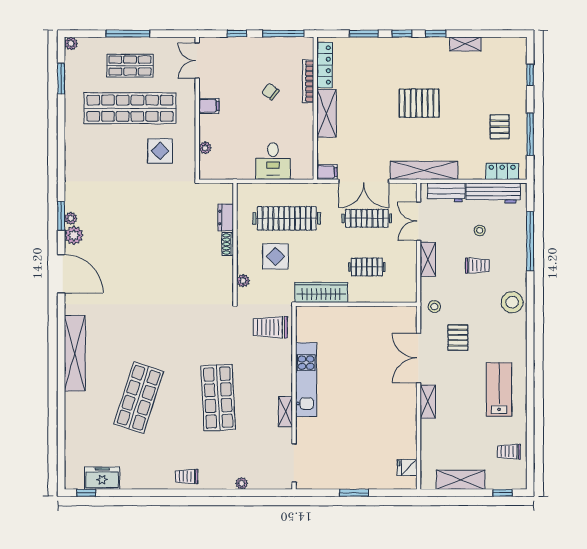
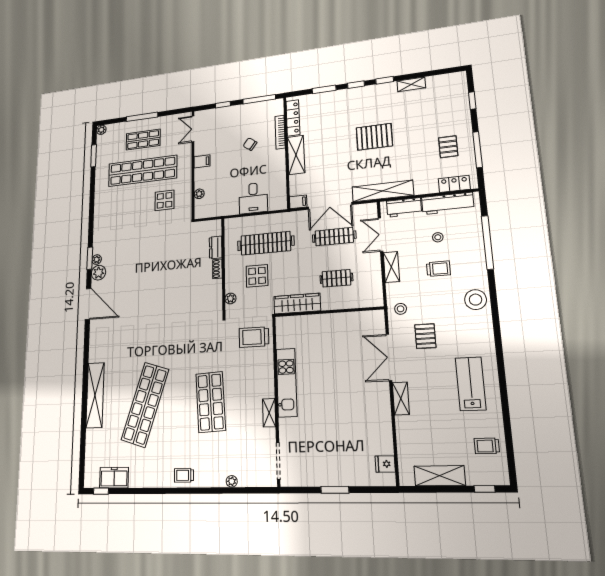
shelving: (75, 353) -> (95, 395), moved
shop shelf: (139, 398) -> (145, 405), width x1.40

